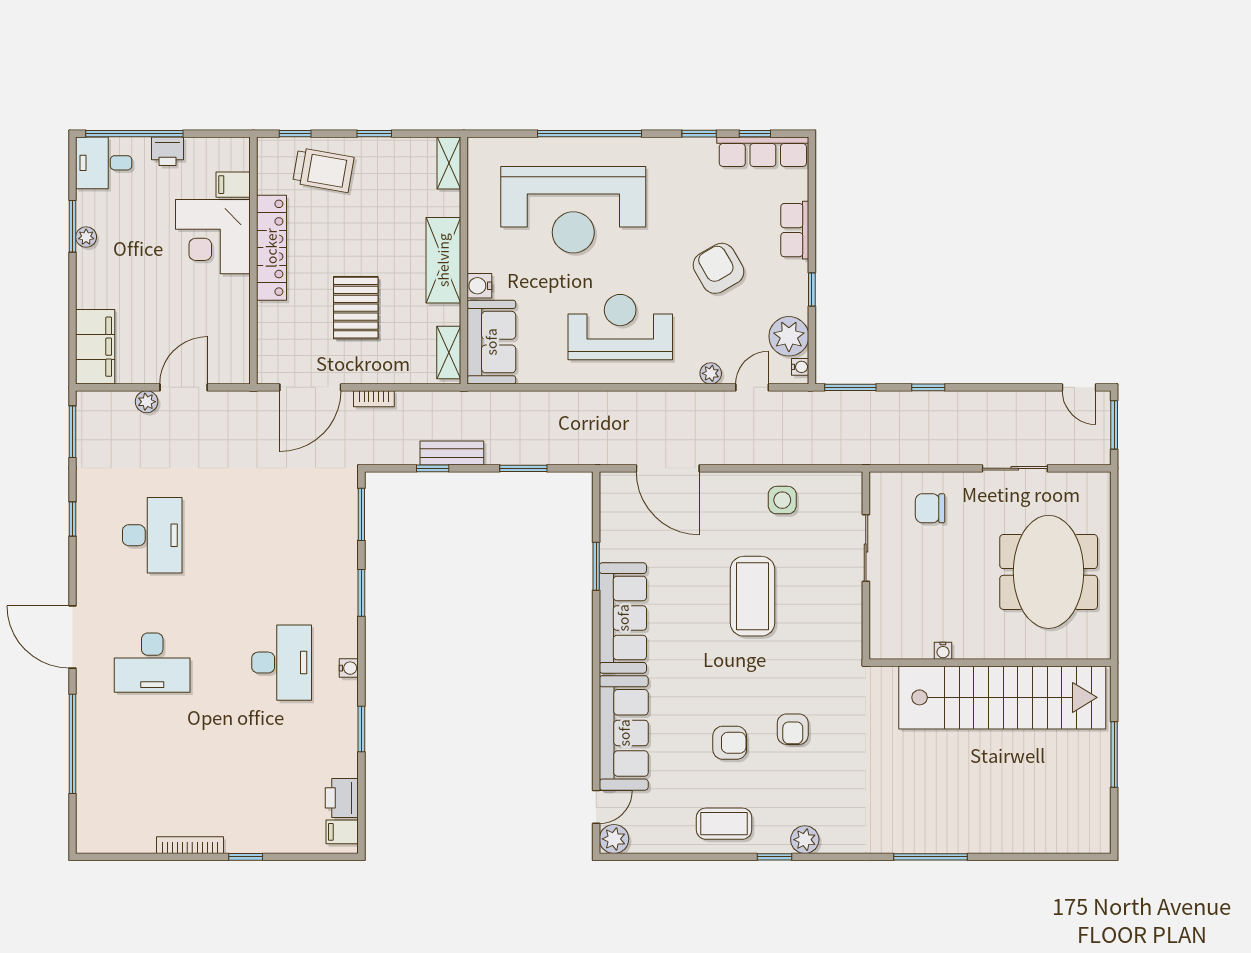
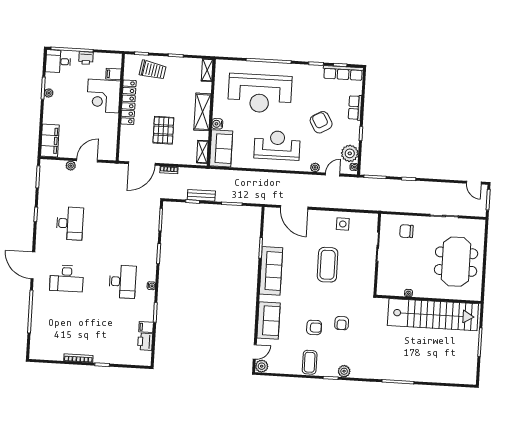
sofa: (624, 733) -> (269, 321), width x0.73
coffee table: (724, 824) -> (310, 362), turned 90
filing cabinet: (342, 832) -> (146, 327), moved

